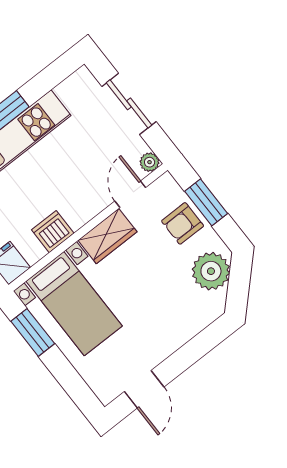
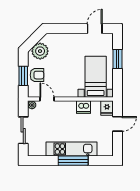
door: (130, 194) -> (47, 99), swing flipped
wardrobe: (108, 236) -> (66, 91), removed
window: (33, 332) -> (117, 59), moved

